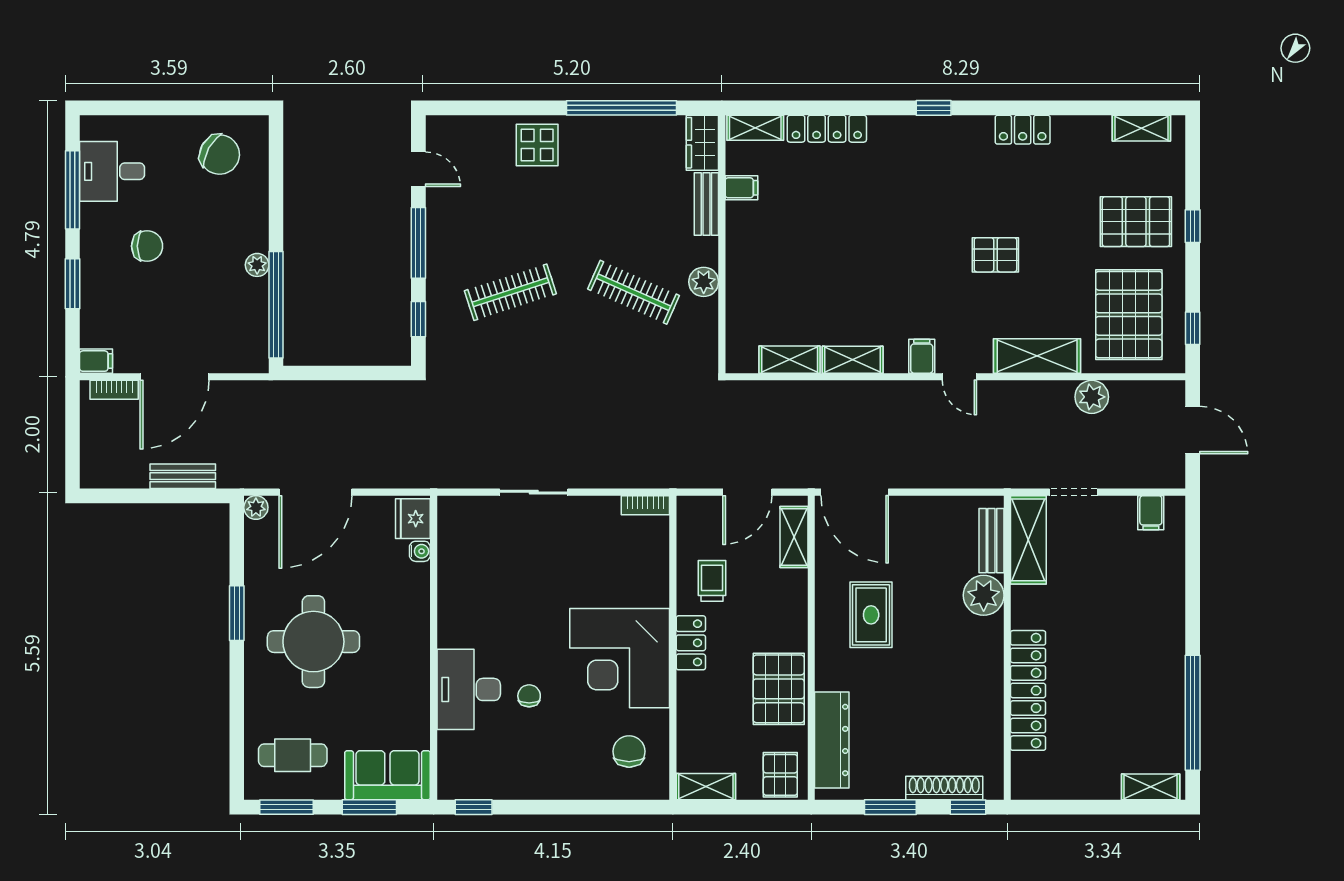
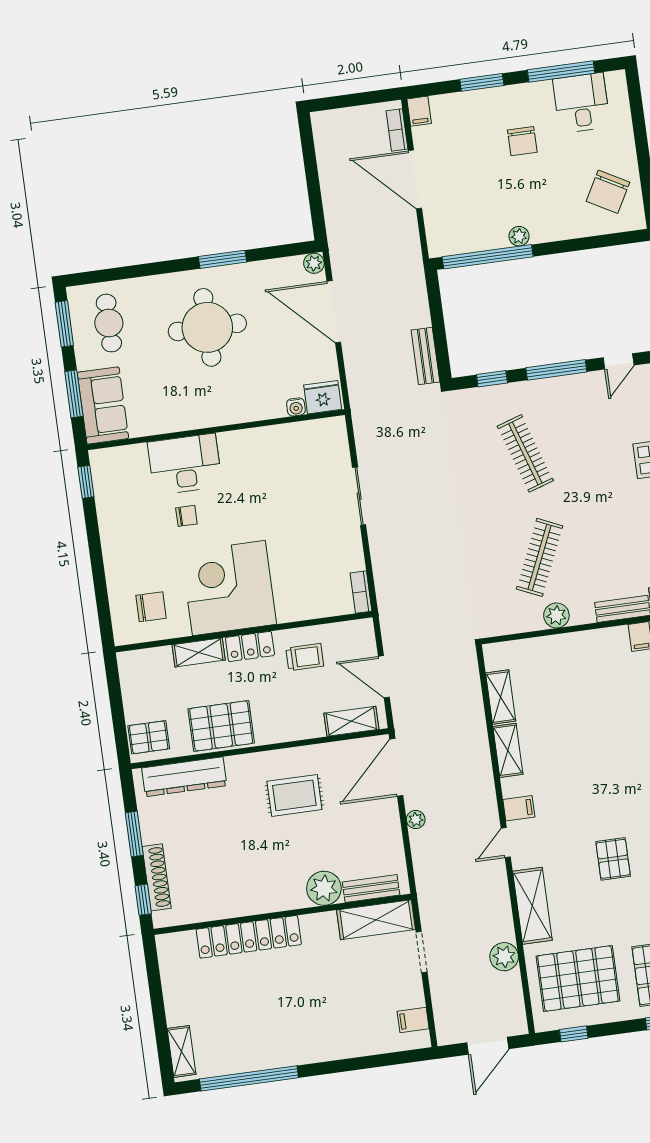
bench: (183, 476) -> (425, 356), moved
plant: (918, 478) -> (416, 820), added
shelving: (706, 787) -> (199, 652), moved, turned 90

